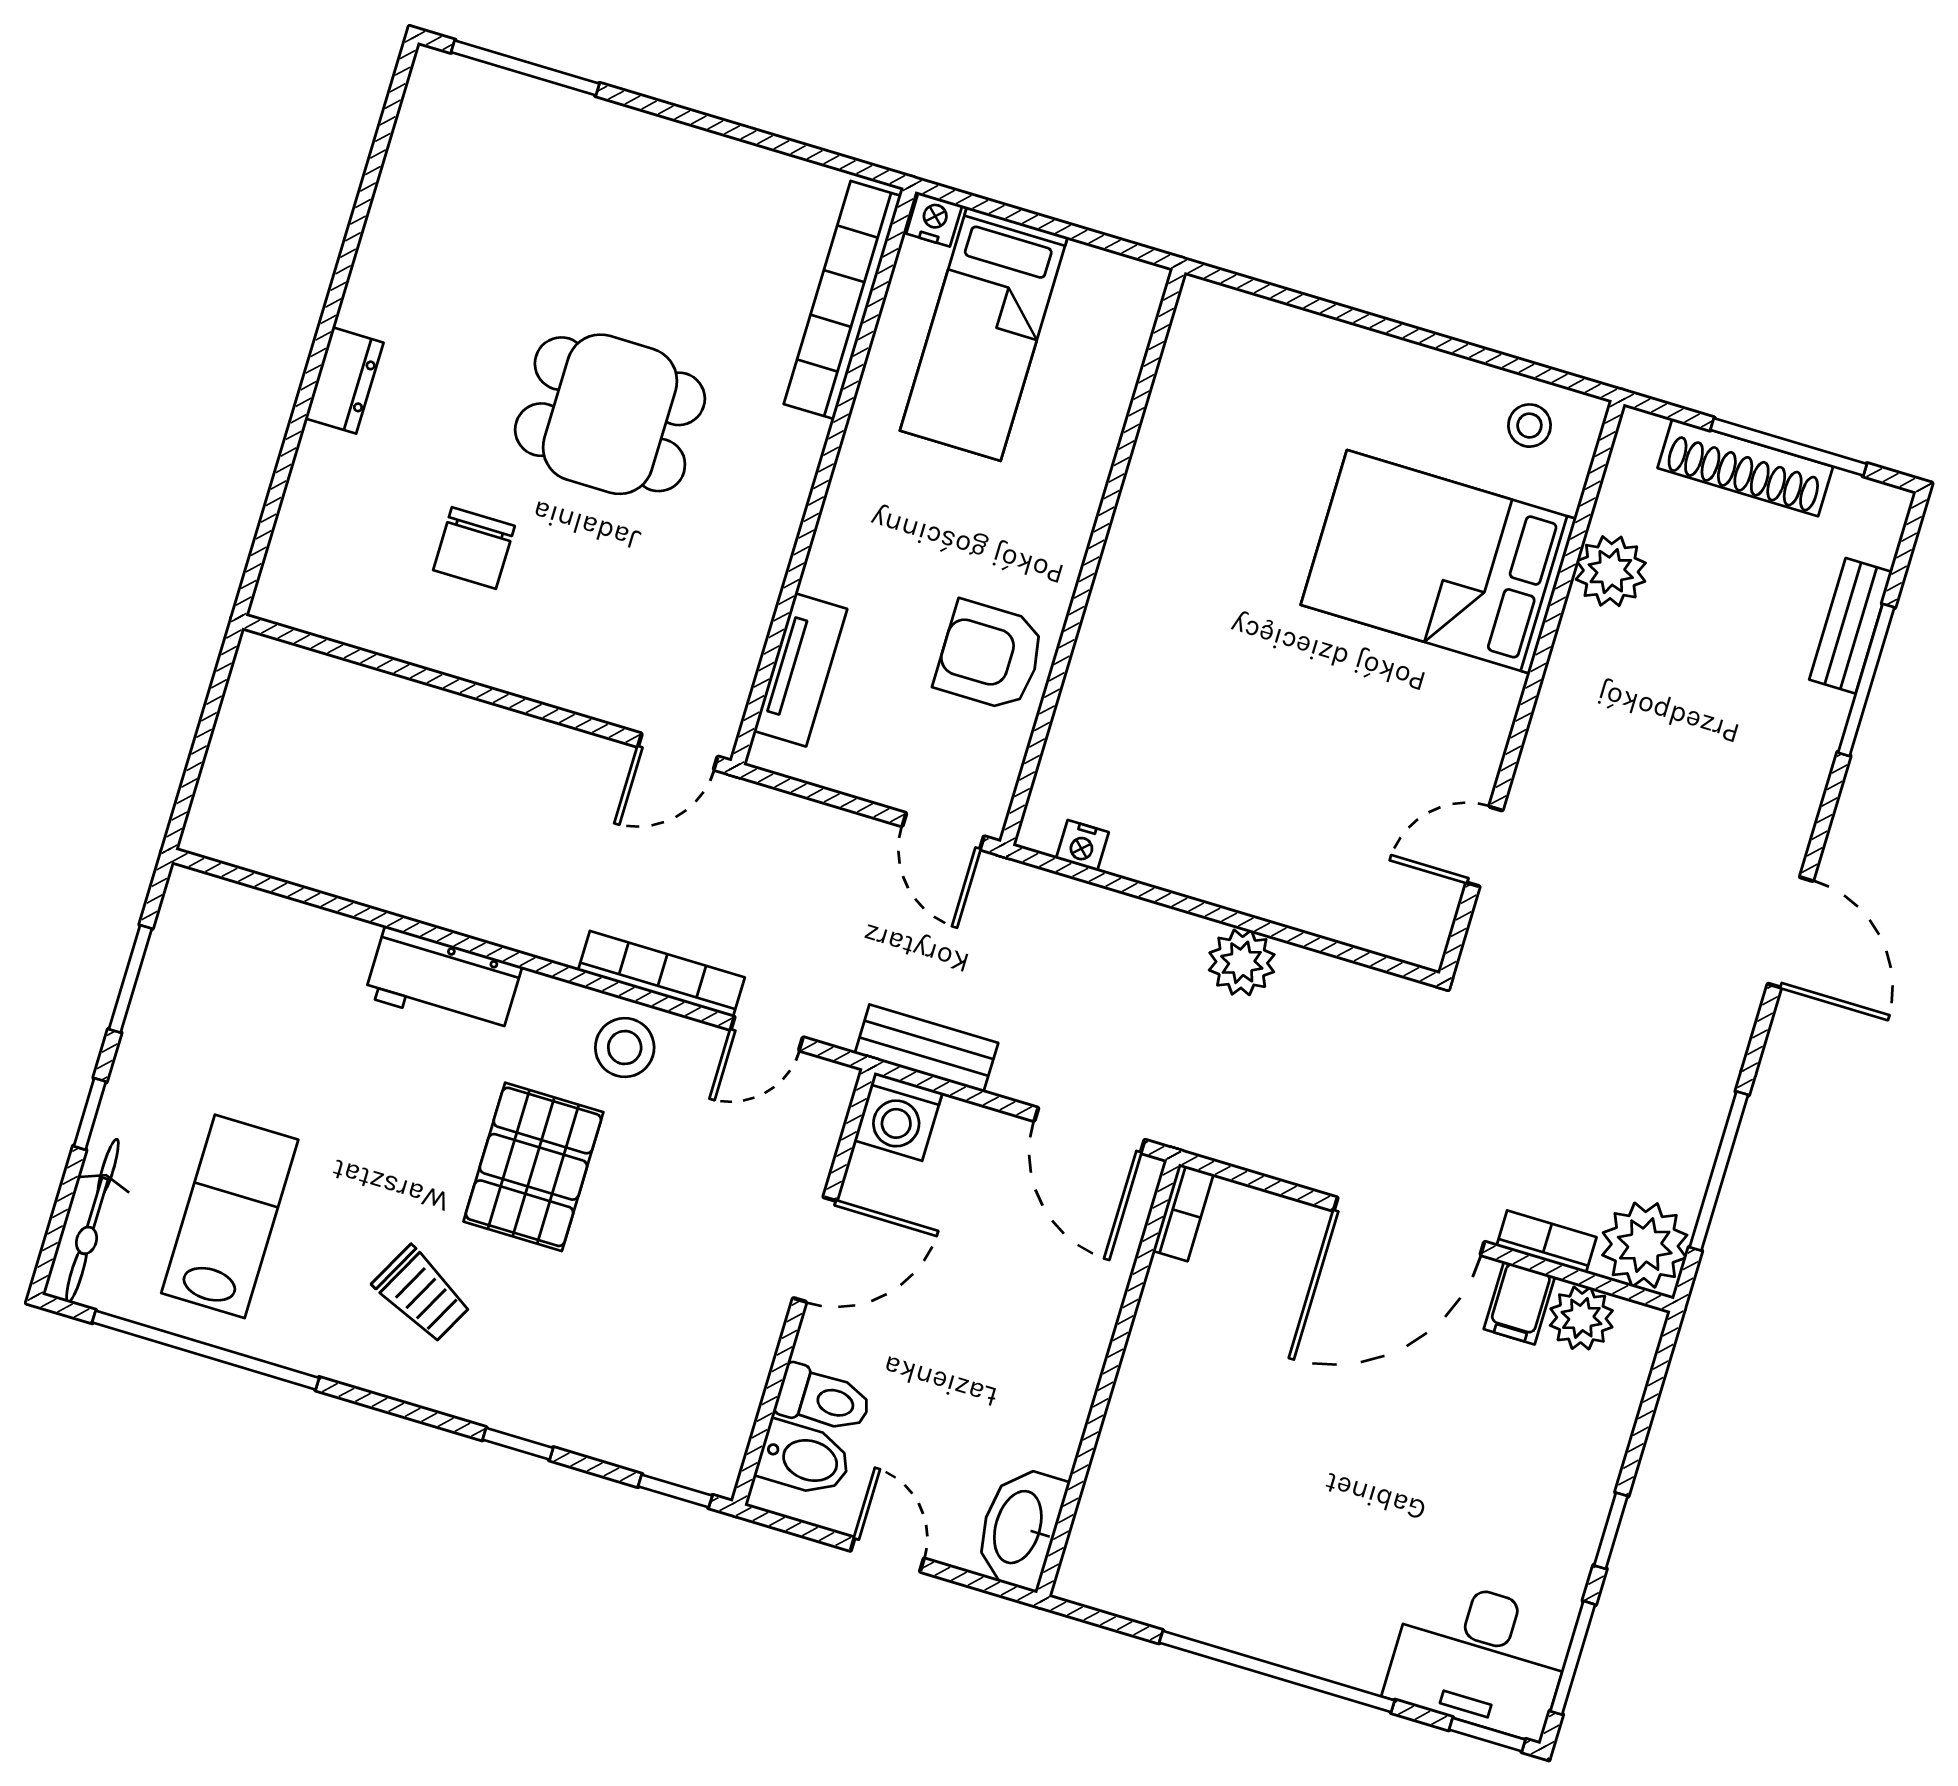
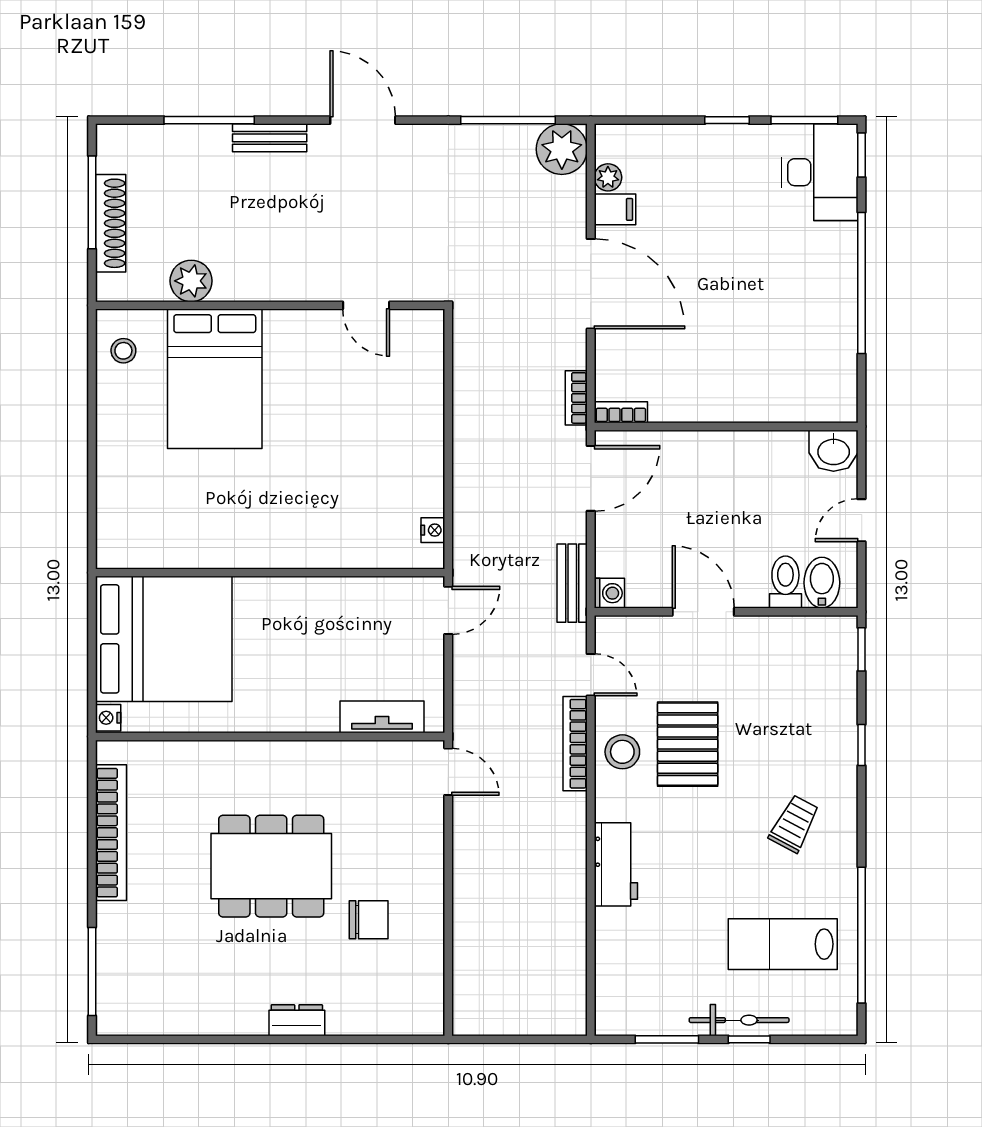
bookcase: (842, 300) -> (111, 833), moved, turned -90
bed: (984, 334) -> (164, 639), width x2.04
dining table: (610, 414) -> (271, 866), width x1.38
bench: (1851, 626) -> (270, 138), moved
armchair: (990, 656) -> (342, 613), removed
door: (1790, 932) -> (363, 120), hinge flipped
plant: (1242, 962) -> (471, 422), removed
washing machine: (898, 1117) -> (609, 593), width x0.73, depth x0.73
pallet: (533, 1167) -> (688, 744), moved, turned 90
bicycle: (92, 1221) -> (739, 1020), moved
bookcase: (1546, 1242) -> (576, 398), moved
plant: (1581, 1318) -> (608, 177), width x0.73, depth x0.73
washbasin: (1020, 1528) -> (834, 451), width x0.72

